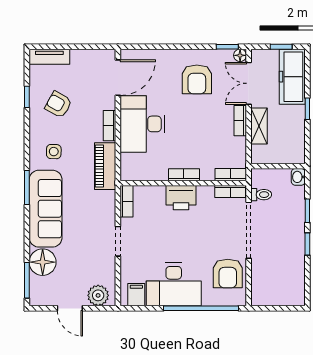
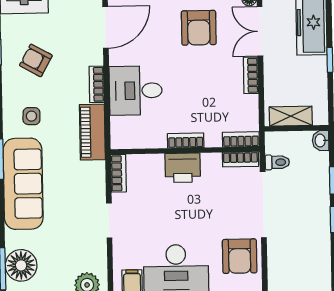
desk: (142, 124) -> (136, 91), width x0.73
shelving: (259, 126) -> (291, 116), moved, turned 90
floor lamp: (43, 262) -> (21, 265), moved

